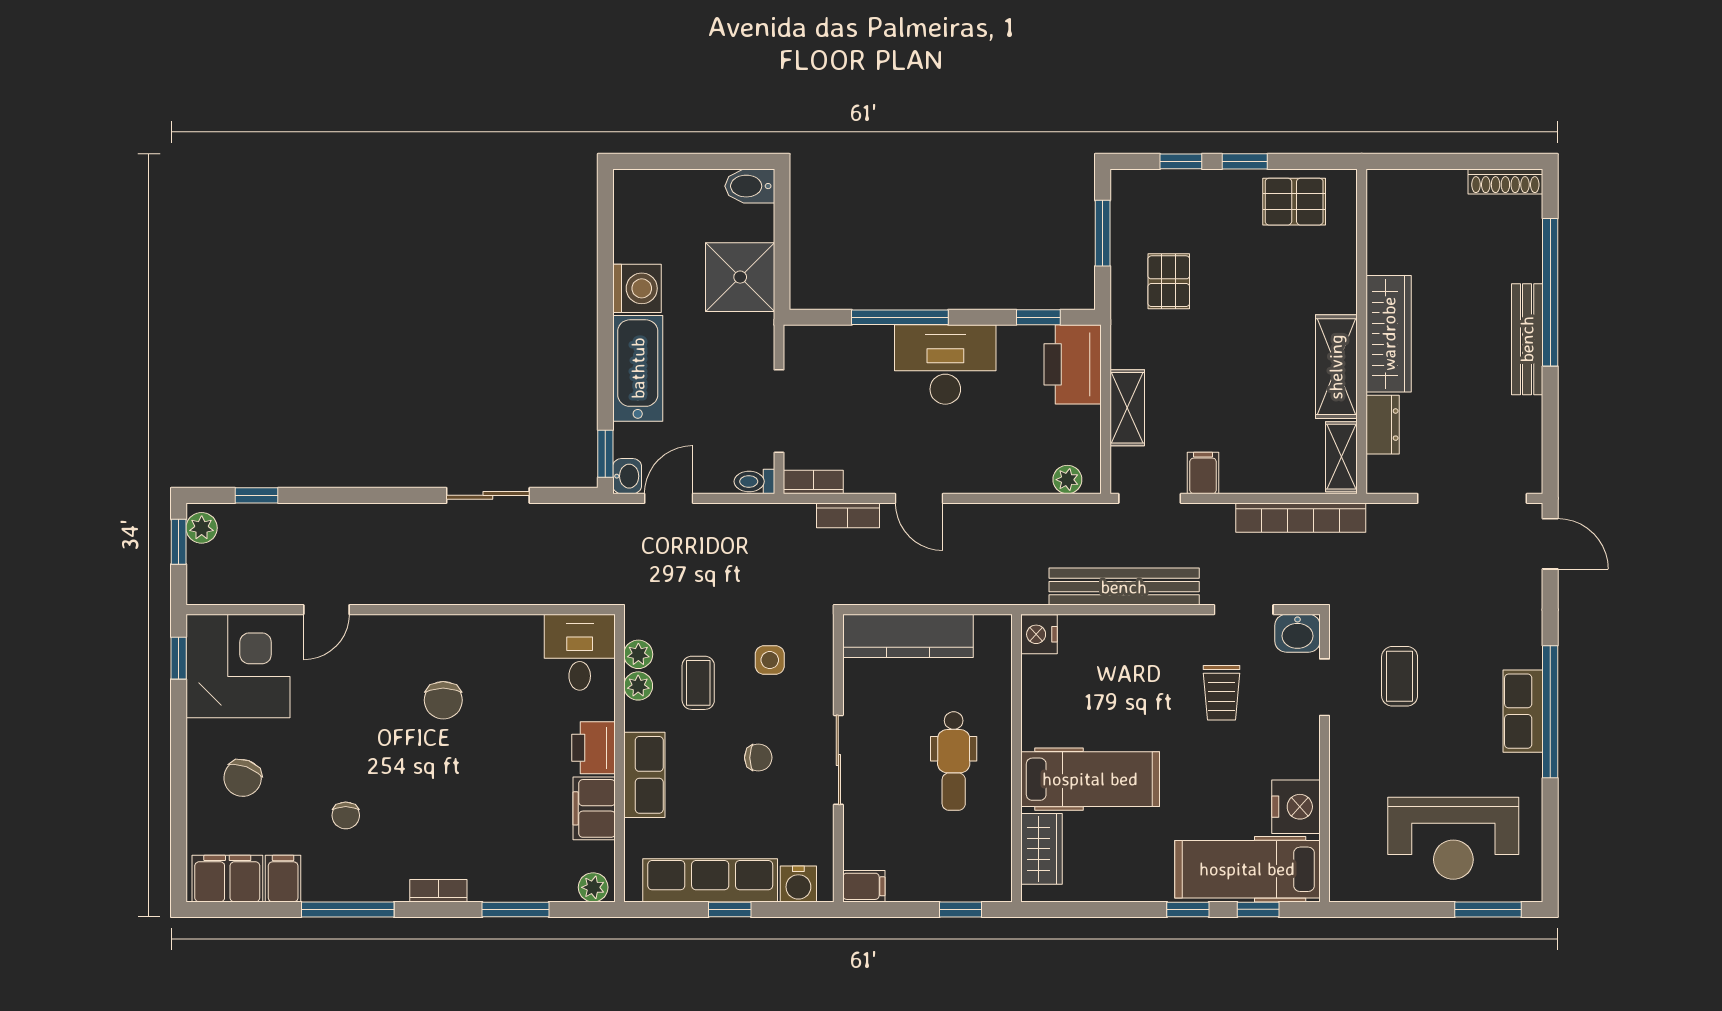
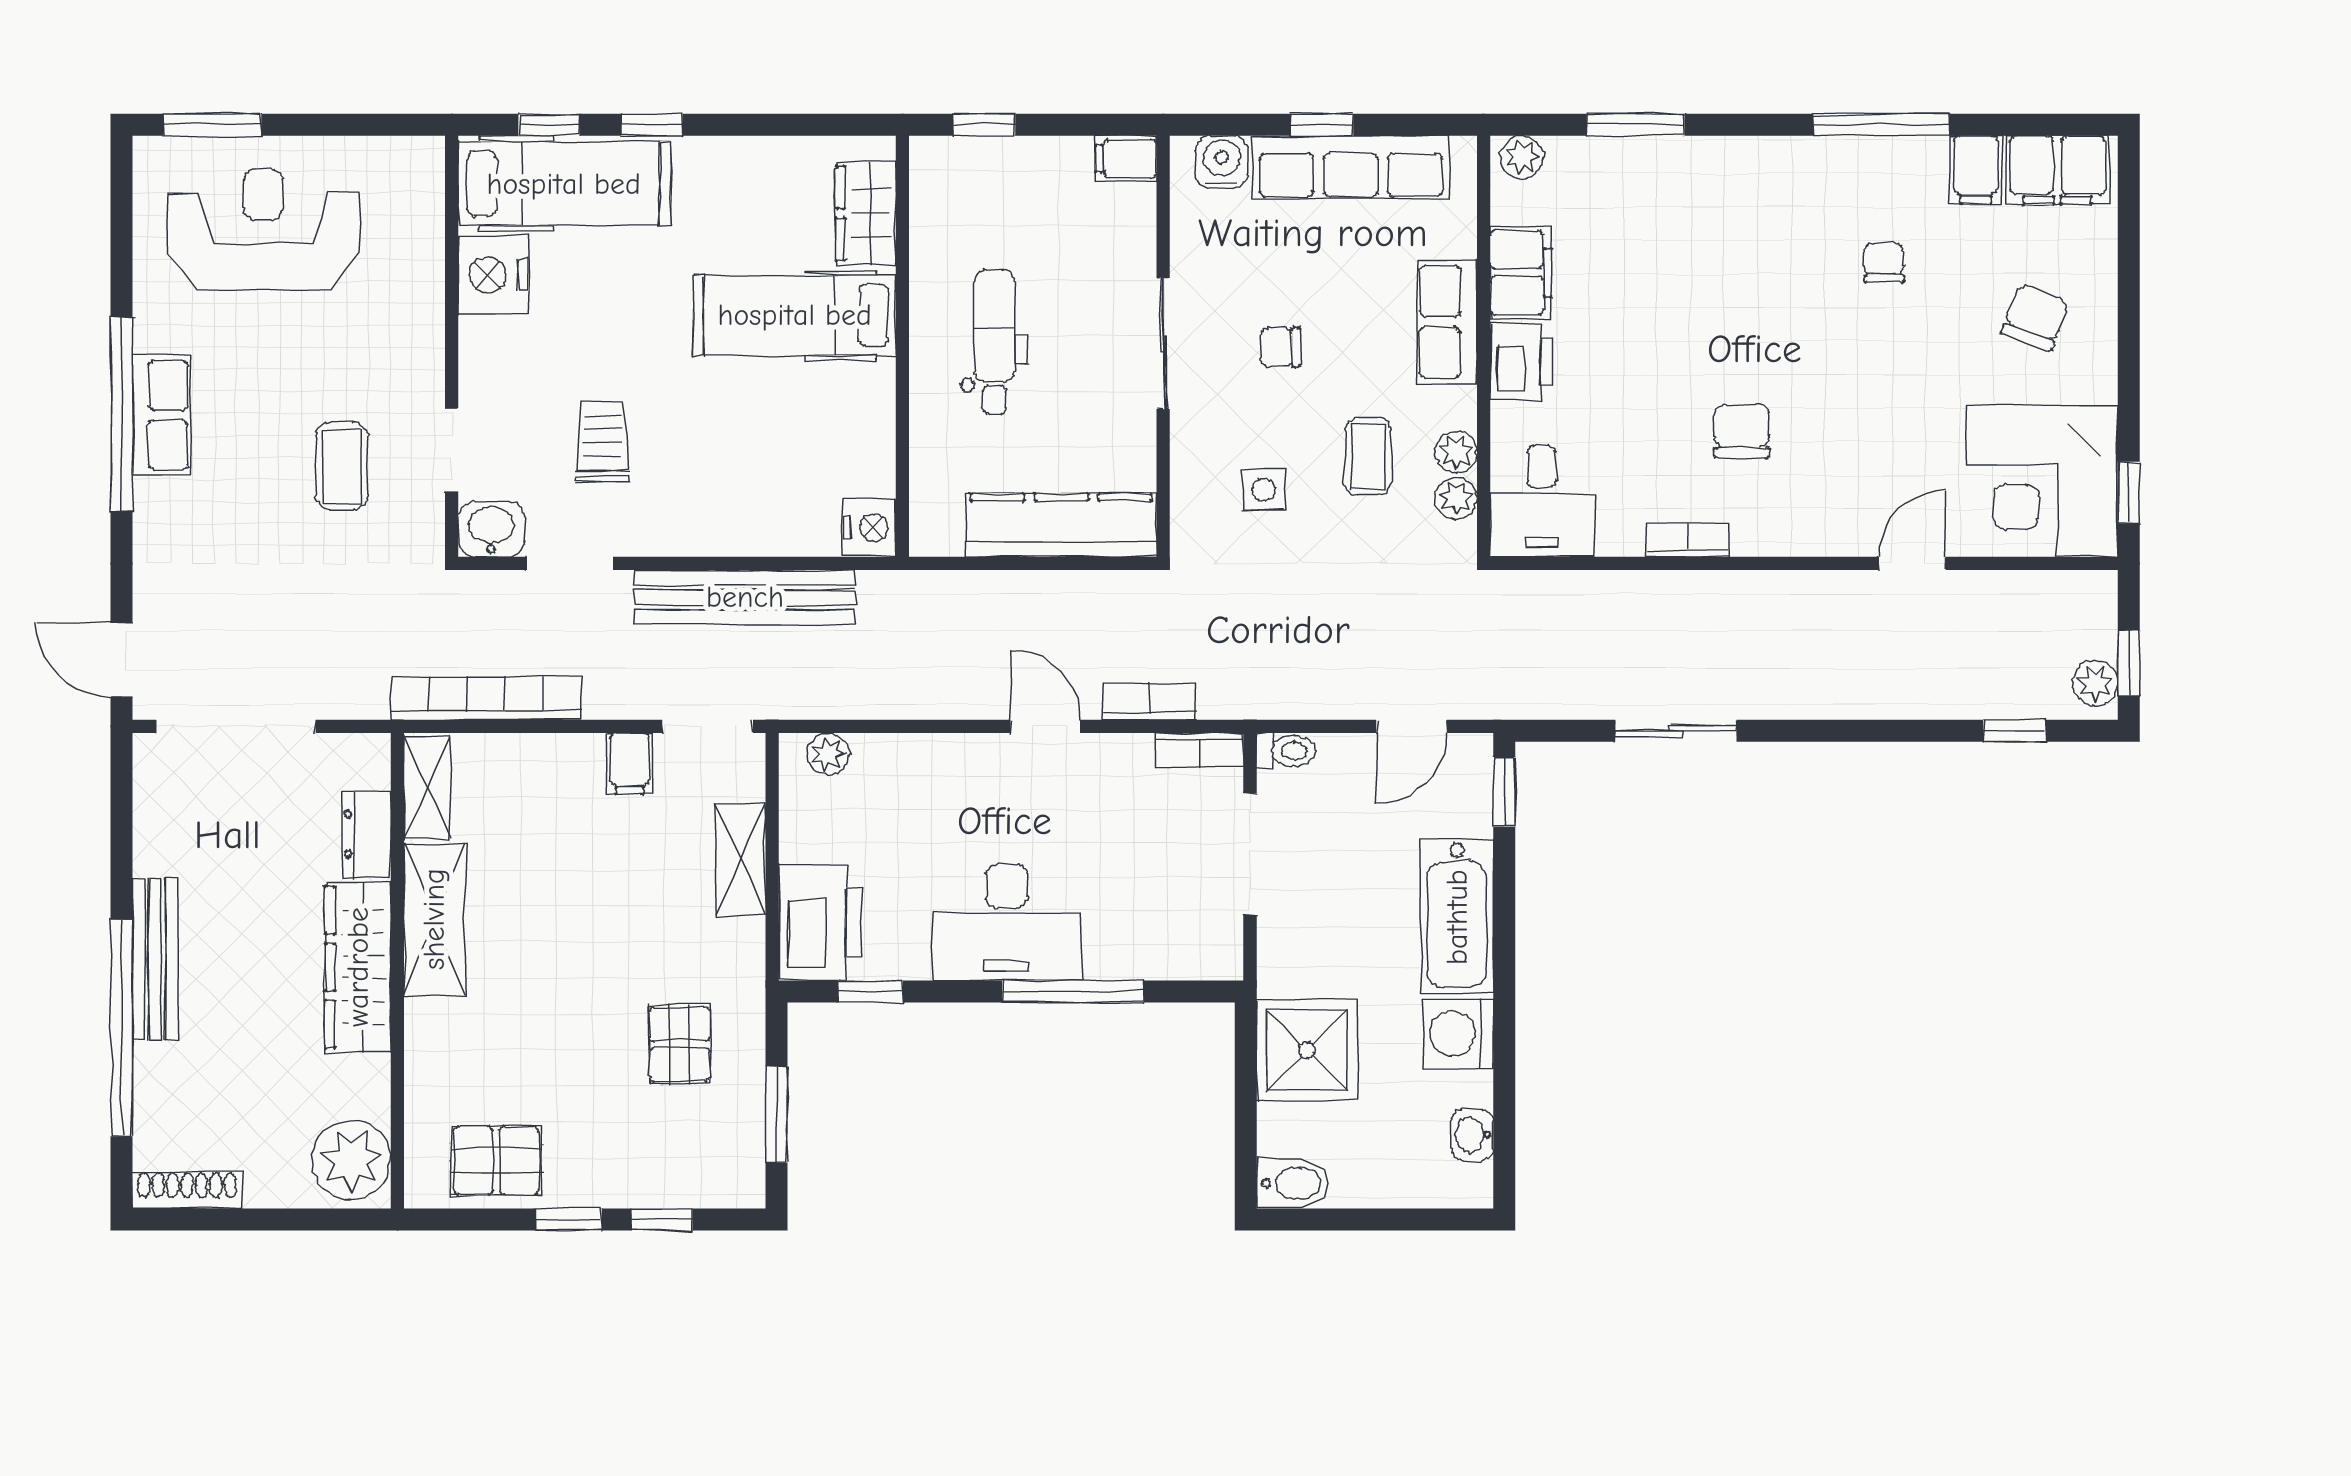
plant: (1393, 202) -> (351, 1160), added
washbasin: (627, 476) -> (1472, 1135), moved
bookcase: (438, 891) -> (1687, 540), moved, turned 180

